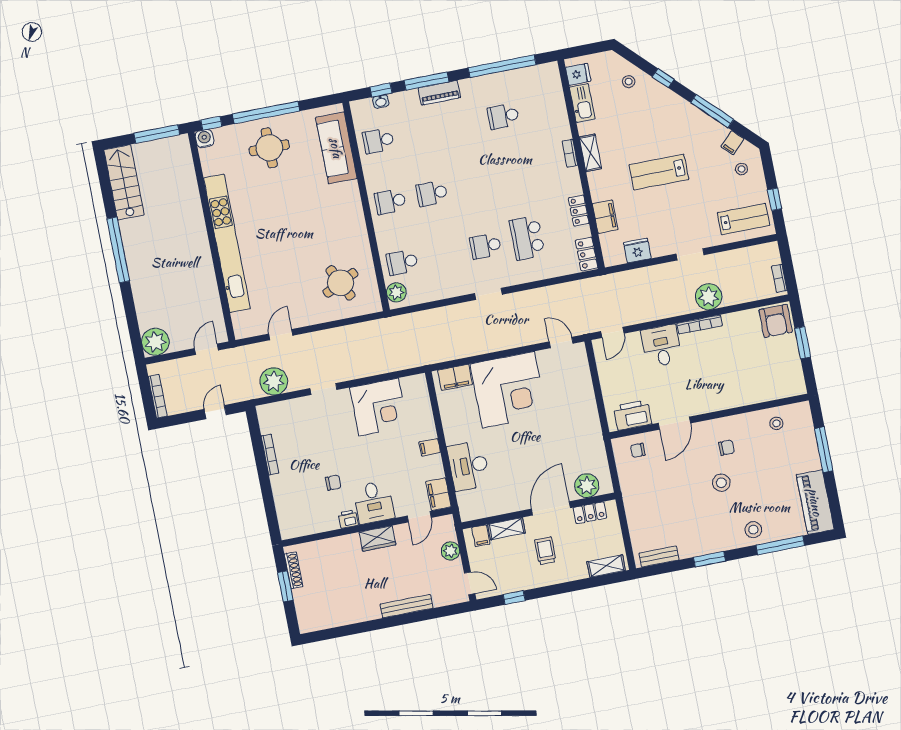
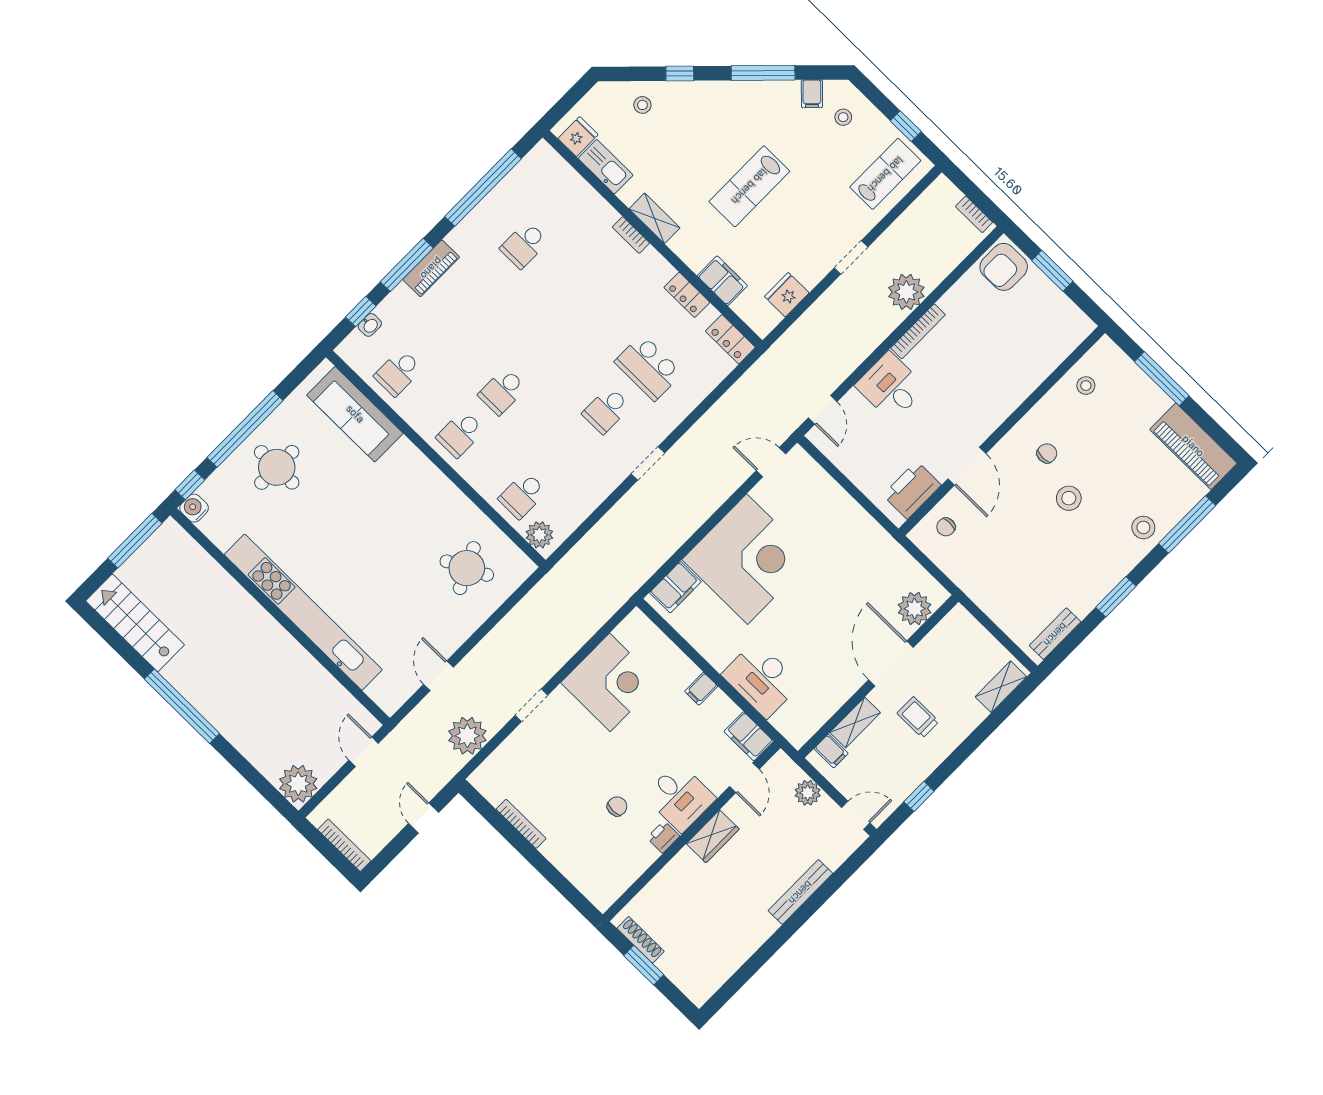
armchair: (776, 321) -> (1004, 267), turned 90
locker: (590, 513) -> (940, 638), removed

